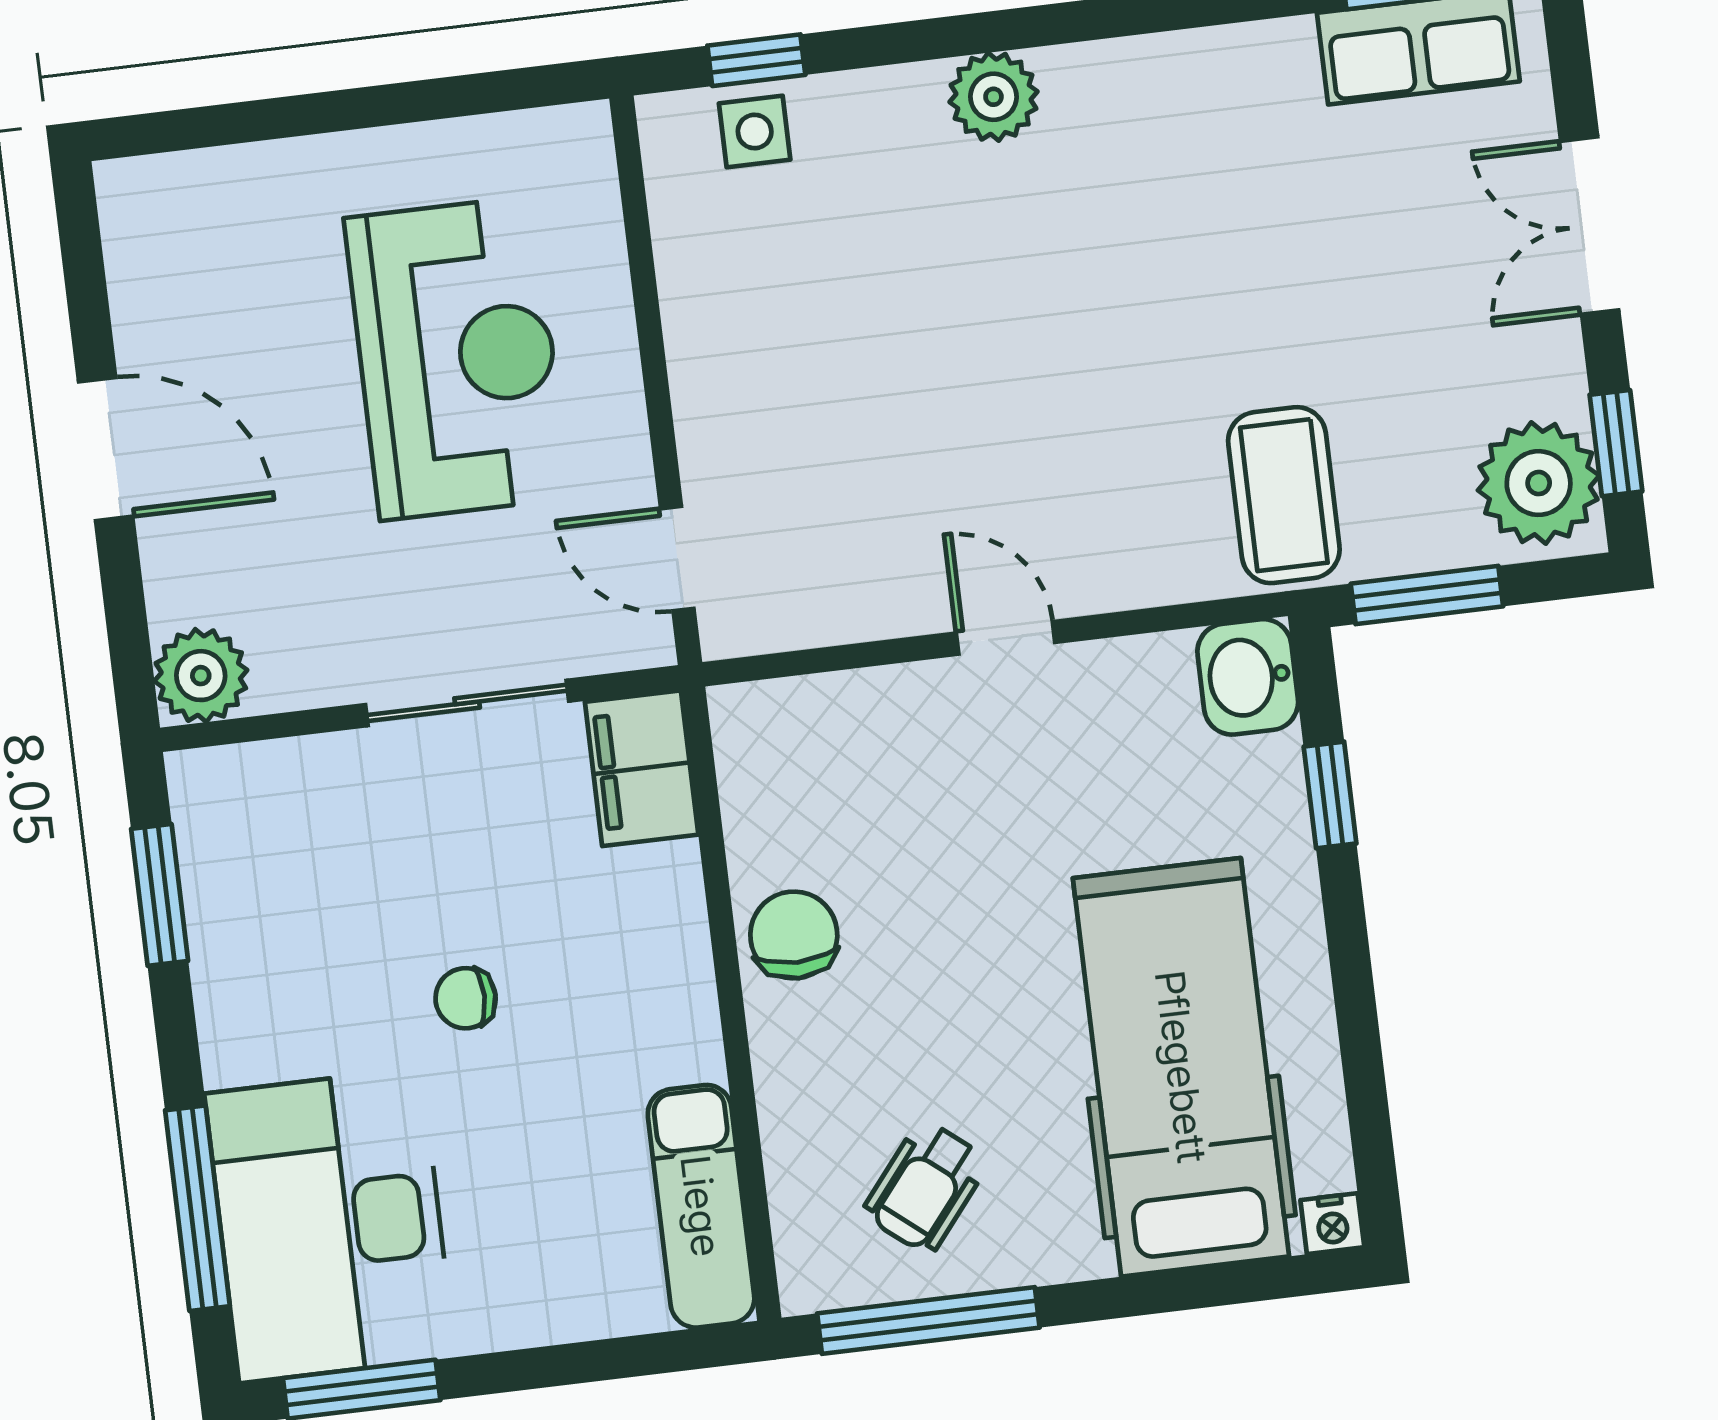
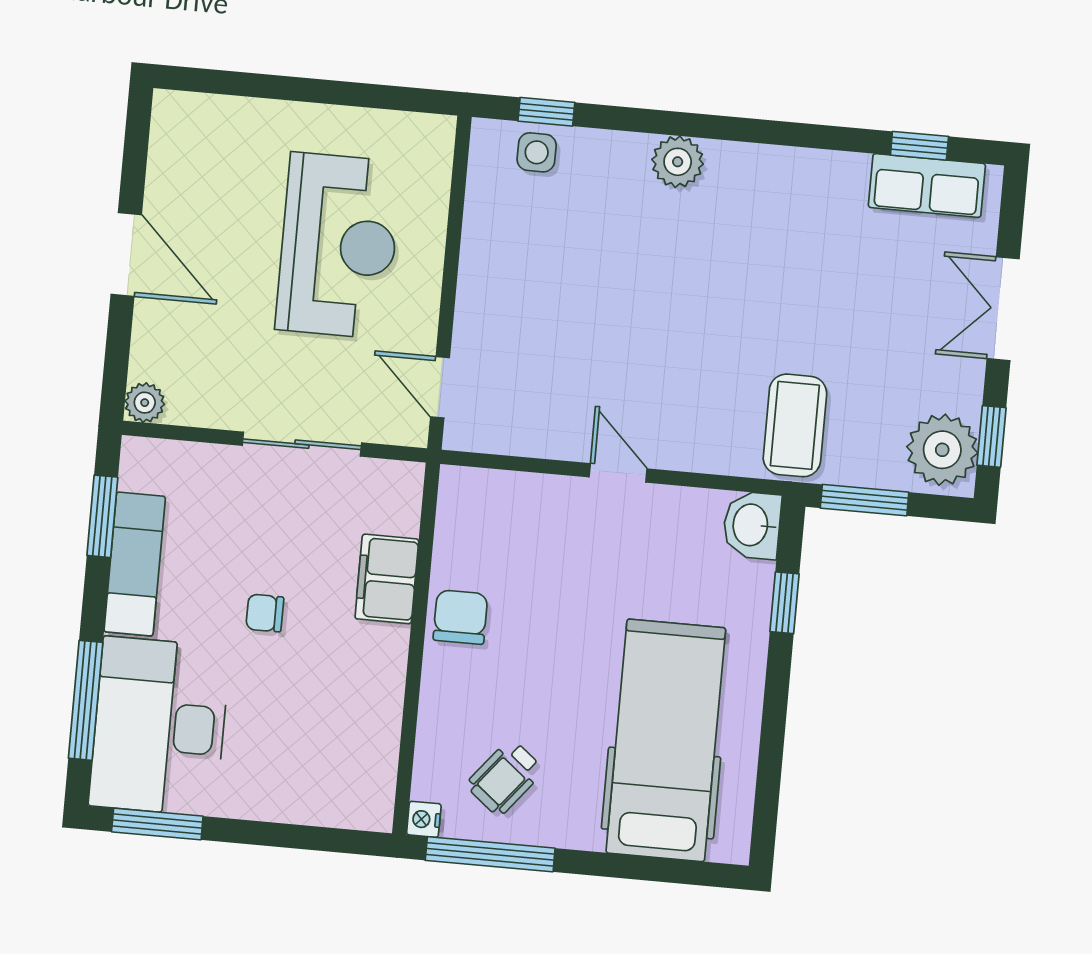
plant: (201, 676) -> (145, 403), width x0.73, depth x0.73
filing cabinet: (642, 768) -> (387, 579), moved
exam couch: (701, 1206) -> (135, 564), moved, turned 180
nightstand: (1332, 1224) -> (424, 819), moved, turned 90

